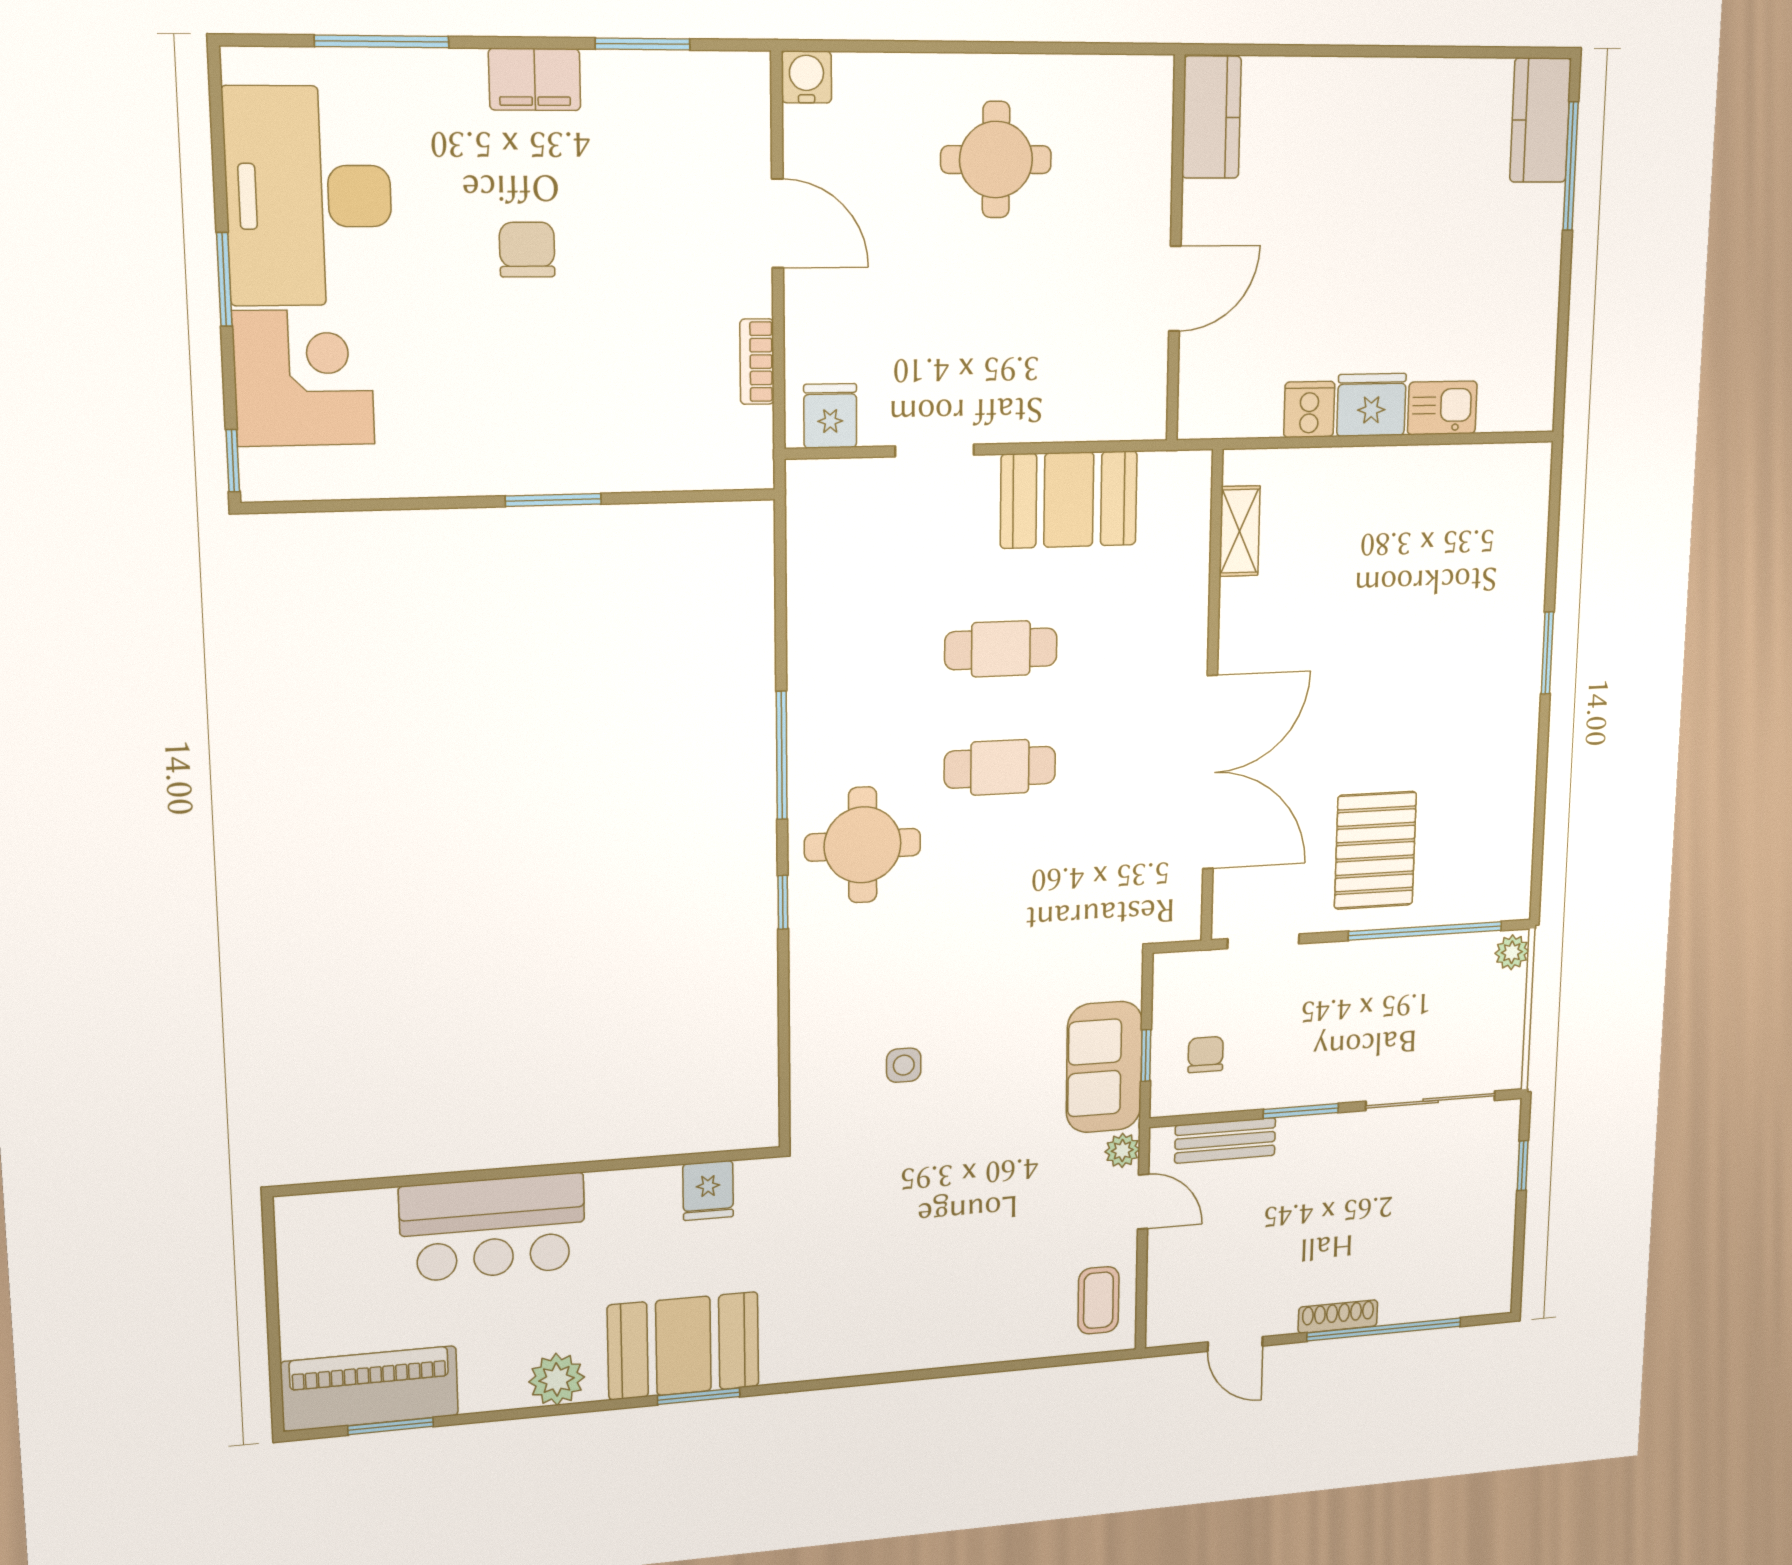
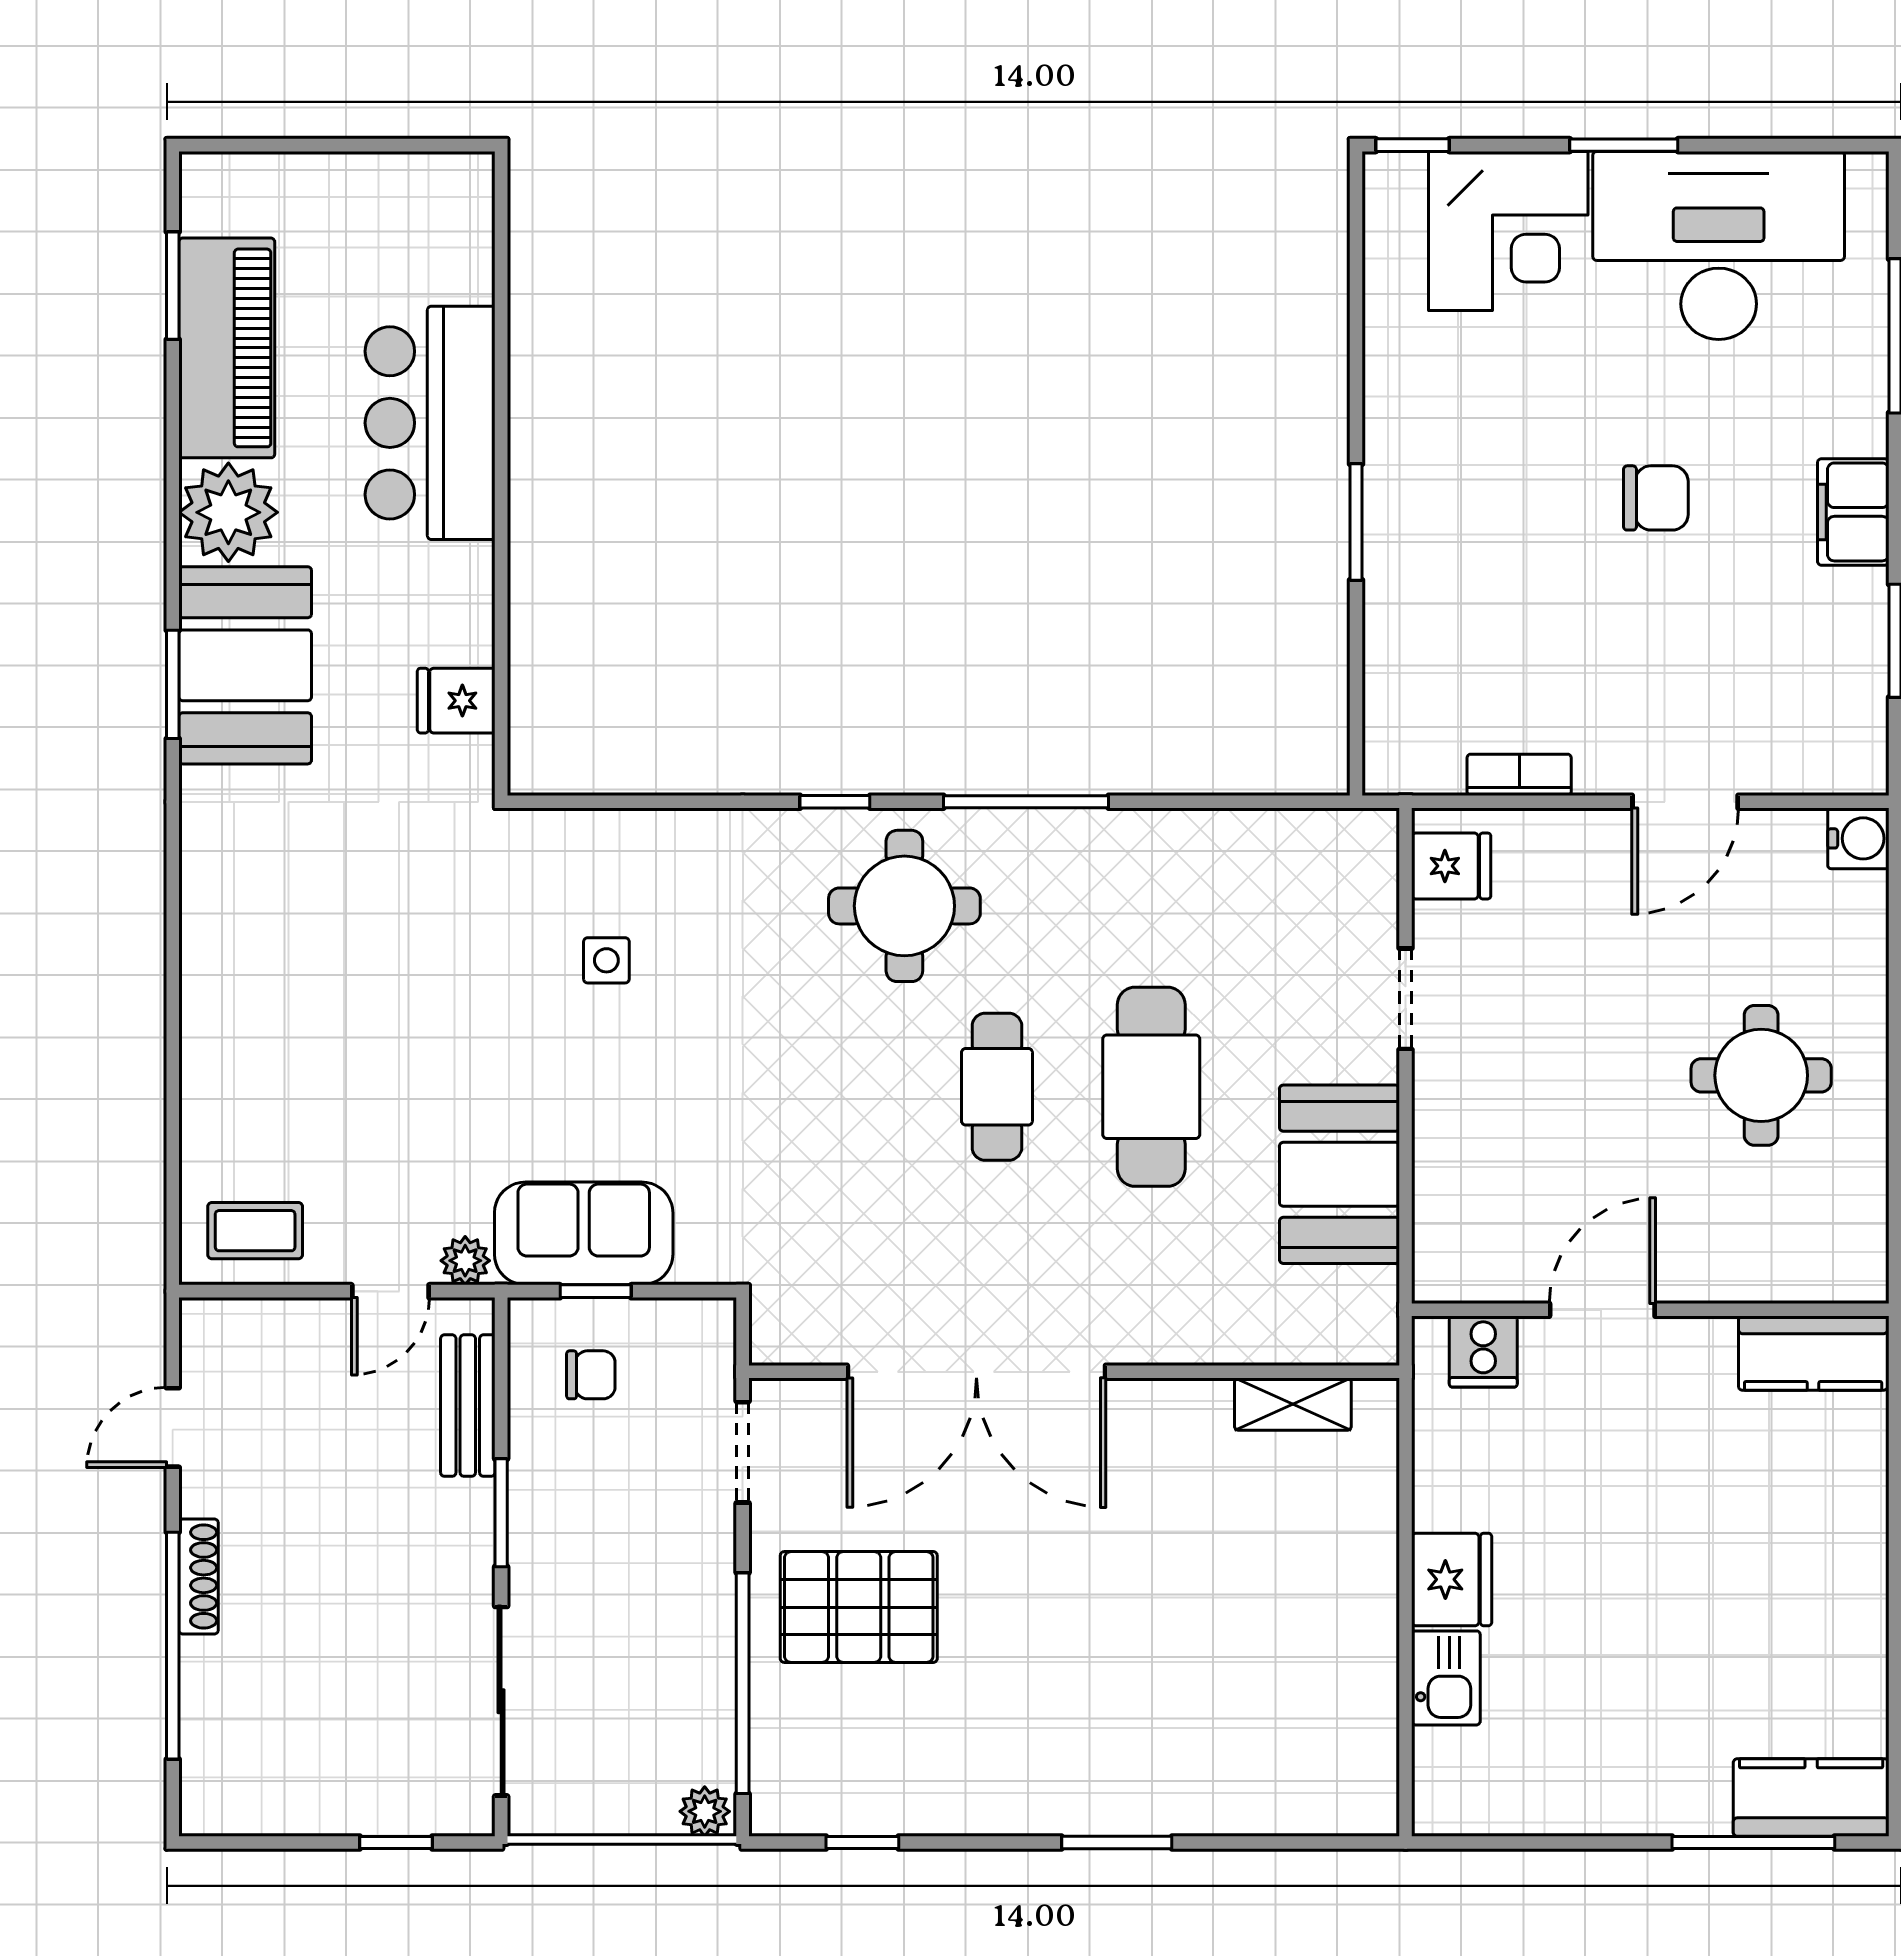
door: (1175, 289) -> (1602, 1310), swing flipped
cooker: (1309, 409) -> (1483, 1352), moved, turned 90
cafe table: (1001, 649) -> (1151, 1087), width x1.37, depth x1.35
window: (1538, 838) -> (862, 1843), added
plant: (557, 1379) -> (228, 512), width x1.36, depth x1.36
piano: (370, 1389) -> (227, 348), moved

